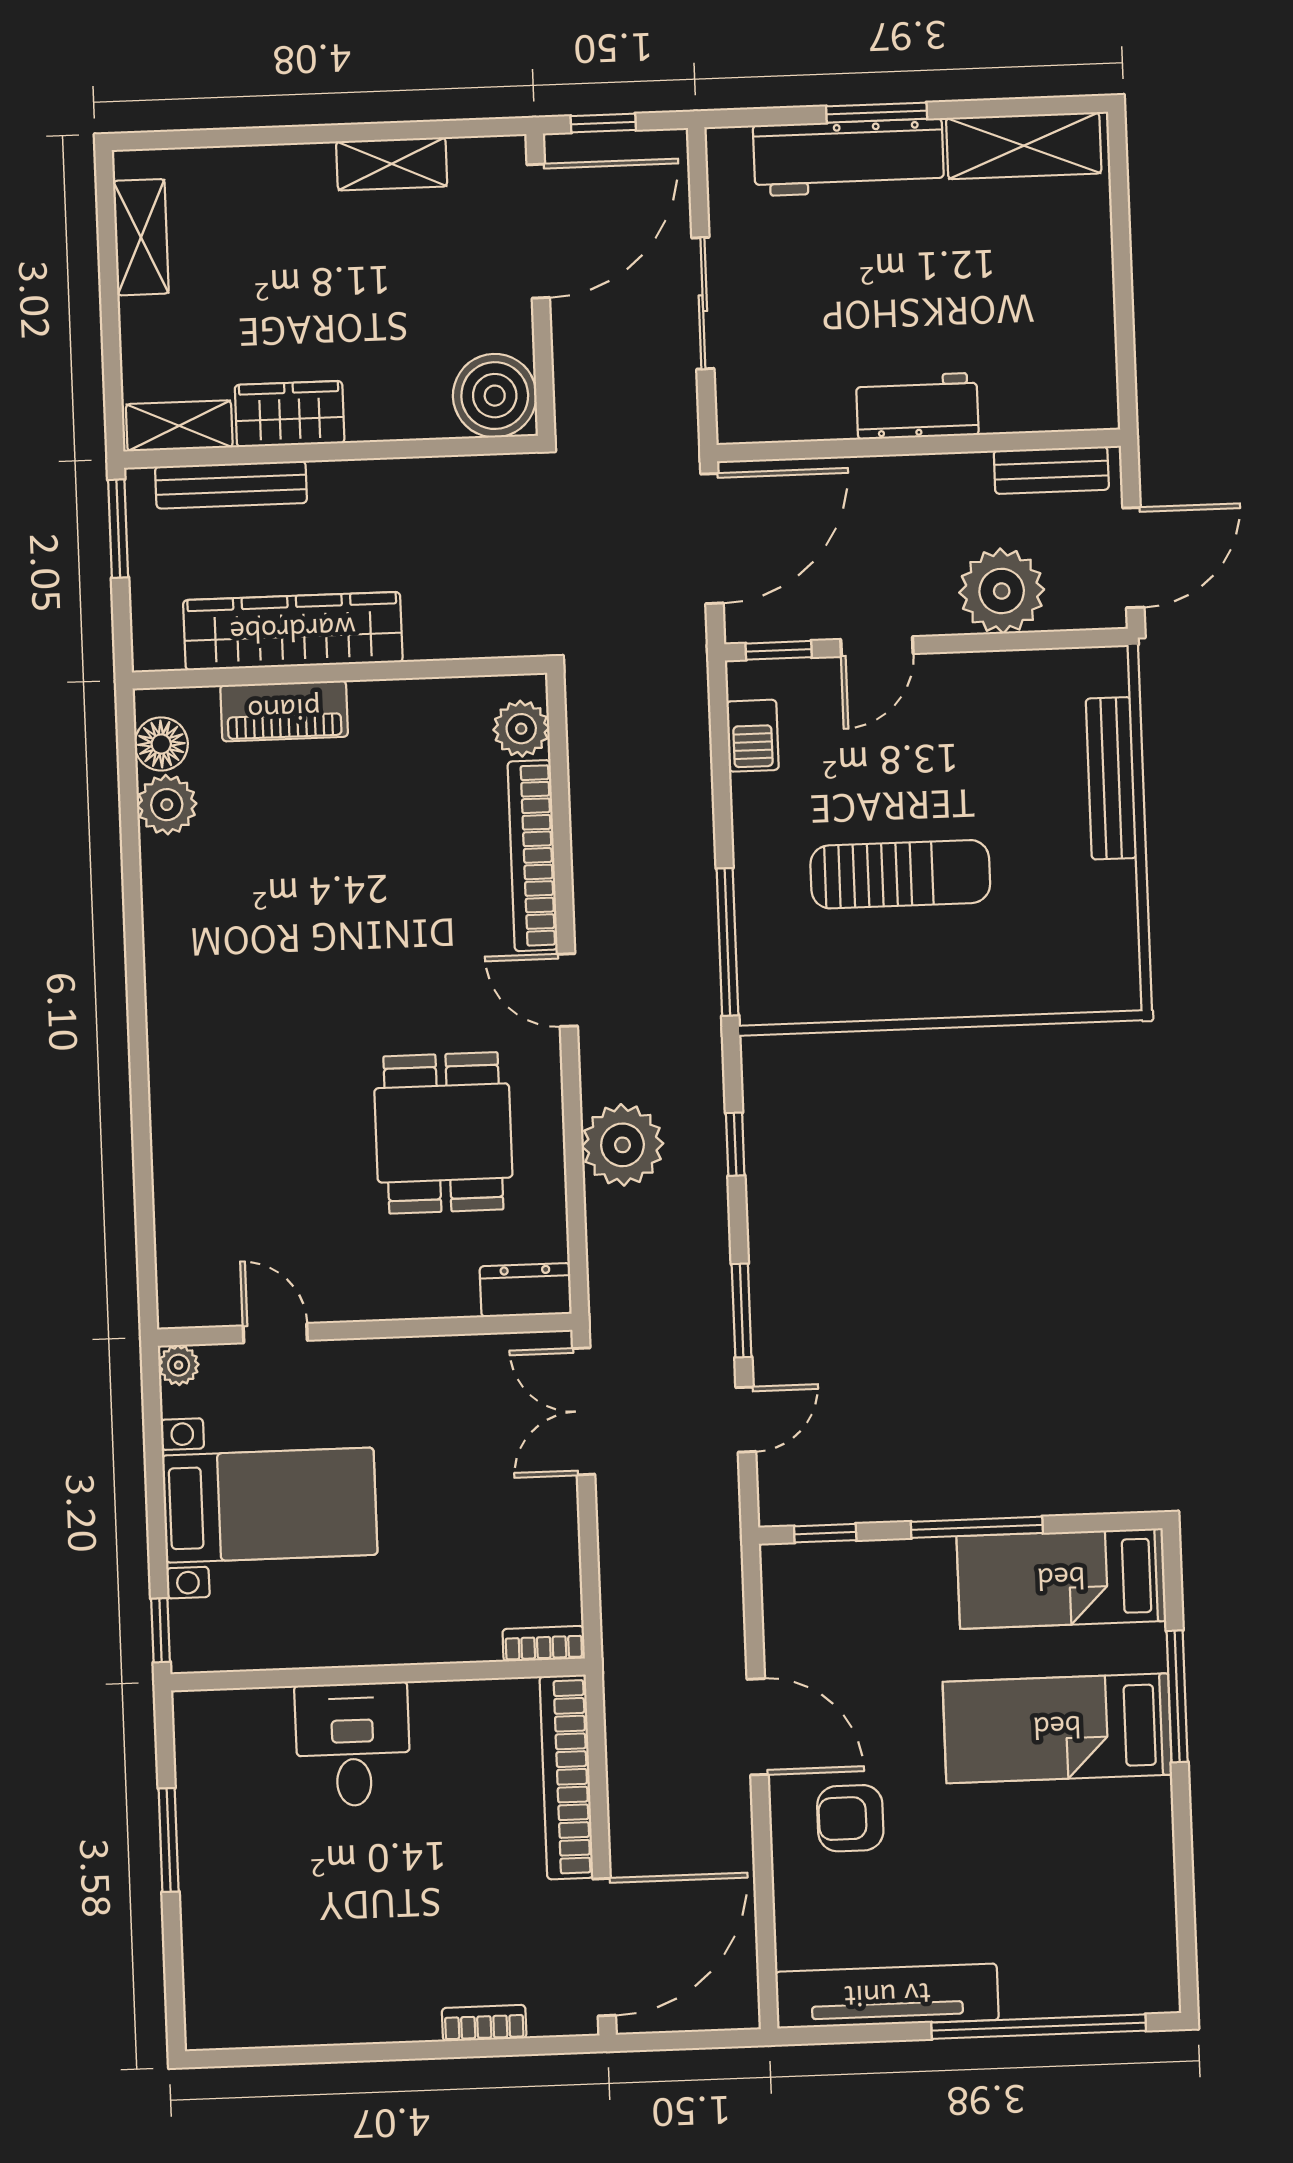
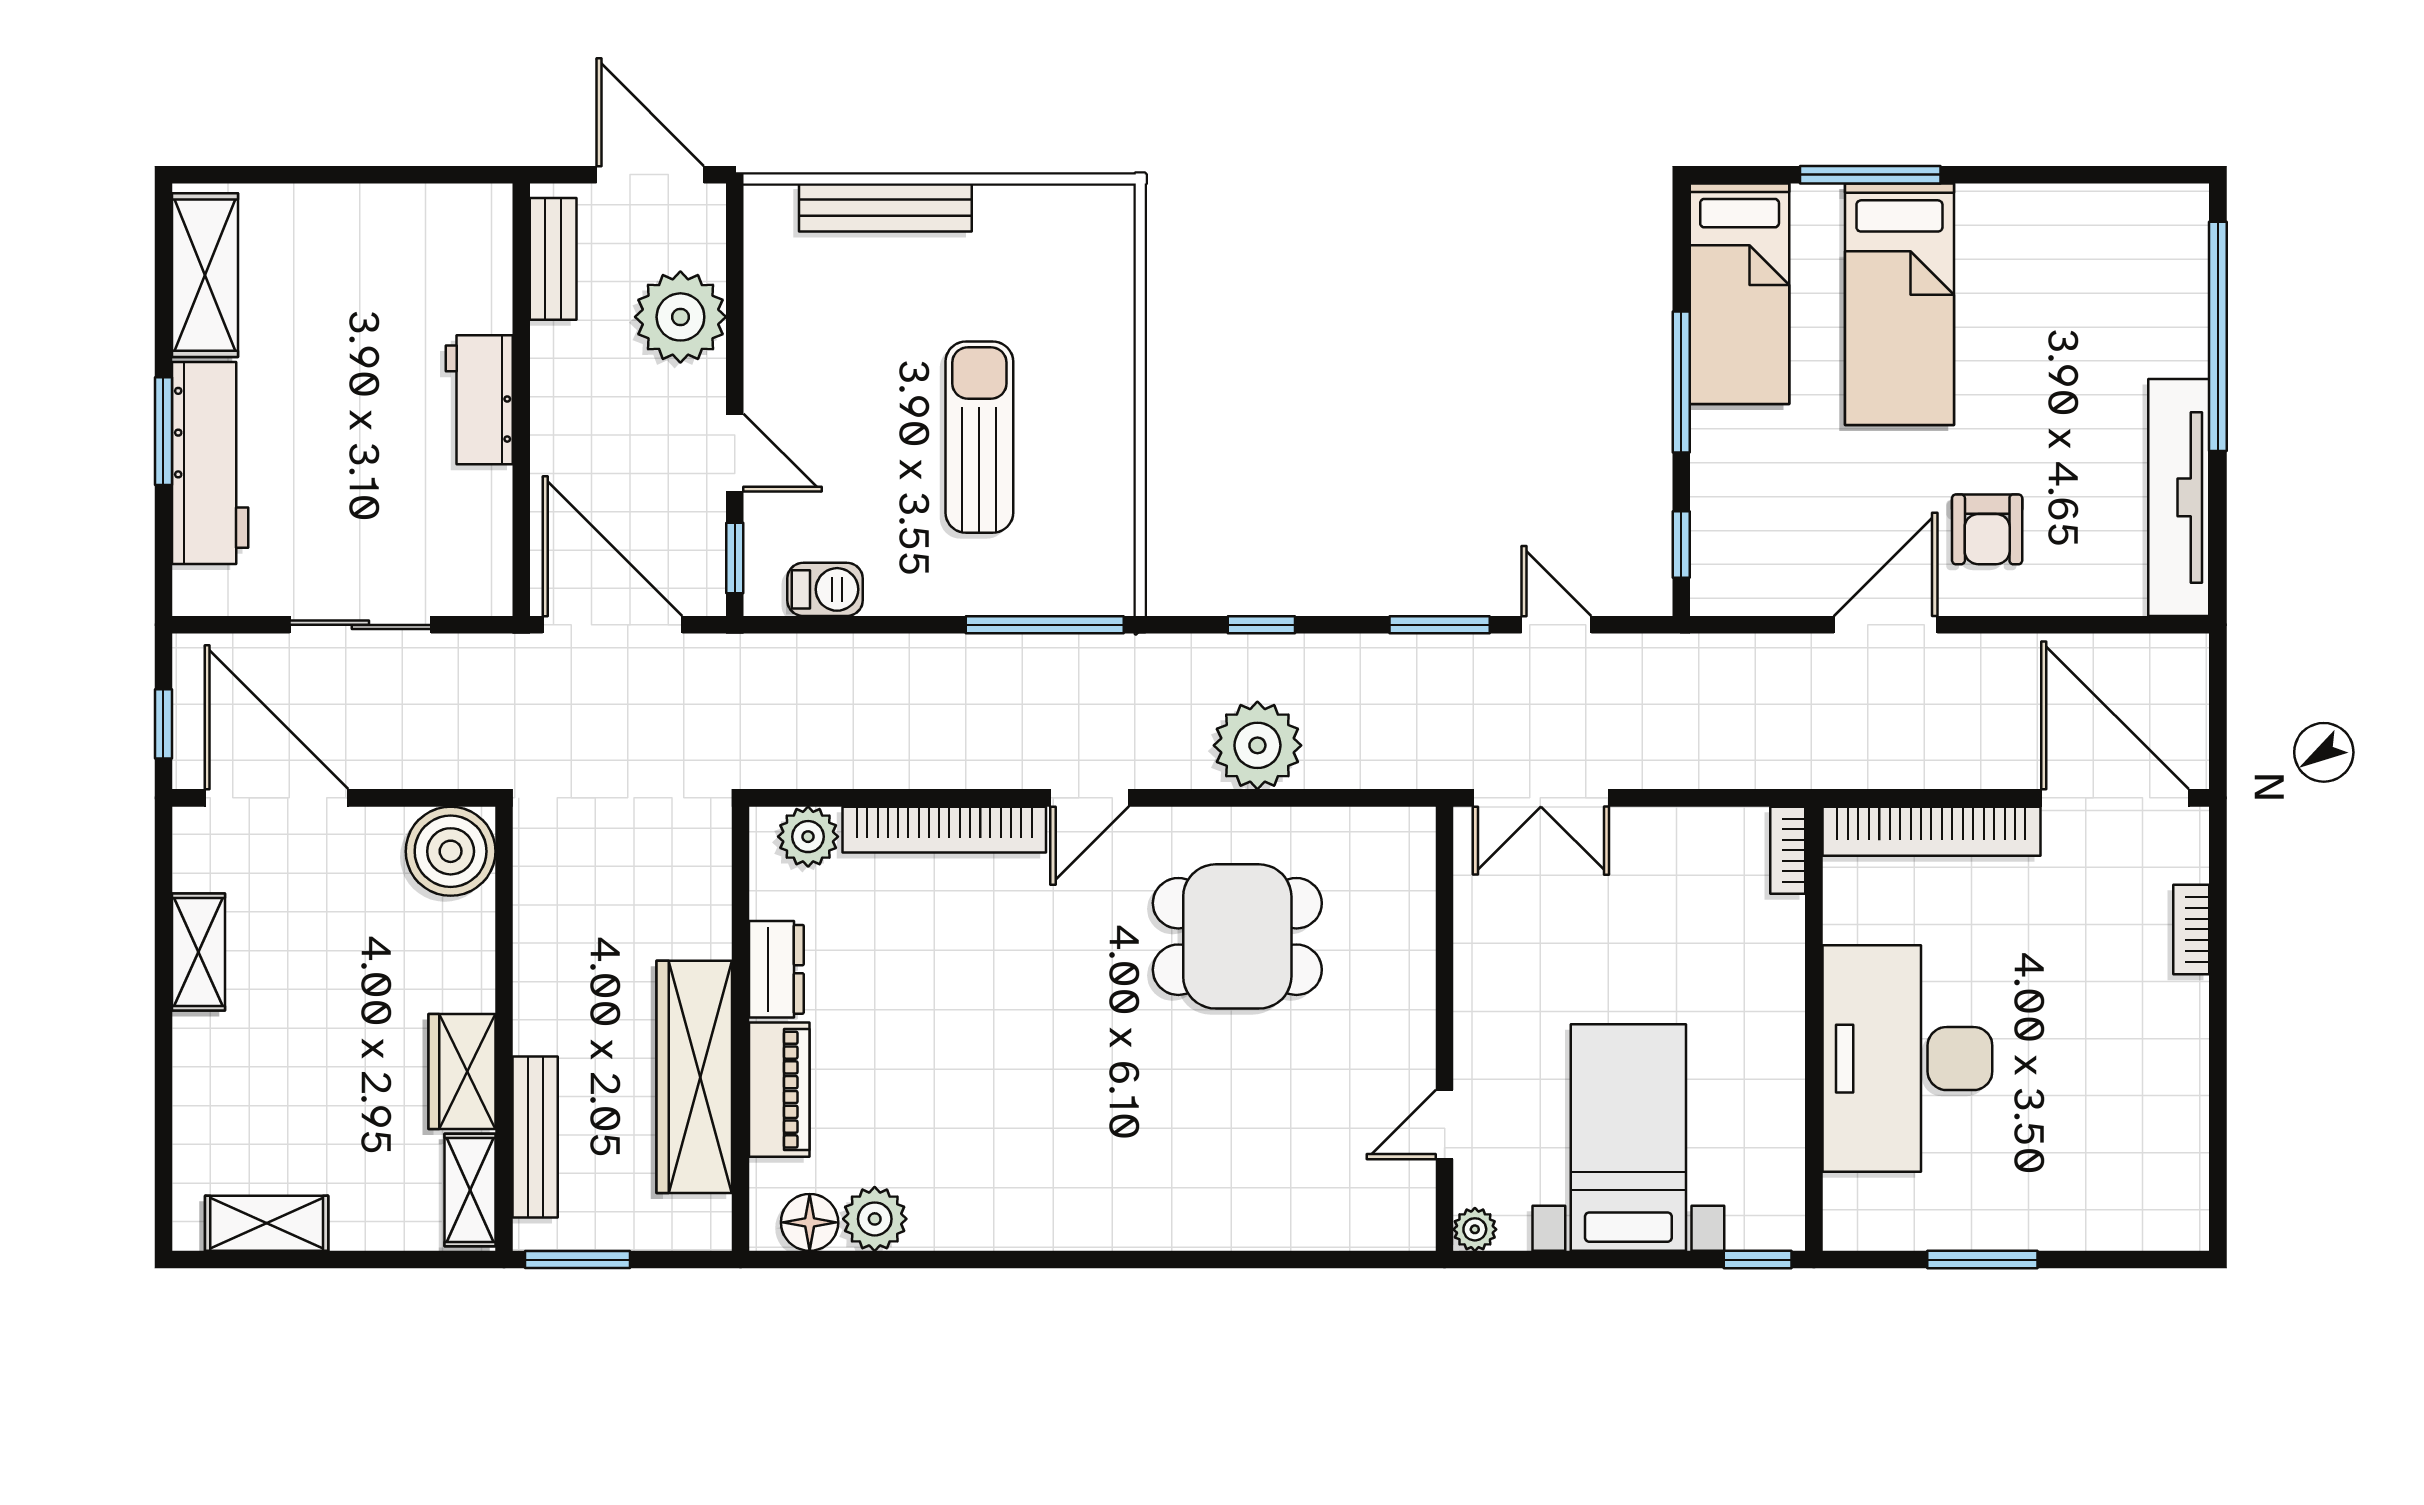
dresser: (526, 1290) -> (776, 969), moved, turned 180
desk: (353, 1744) -> (1907, 1059), width x1.87, depth x1.30

